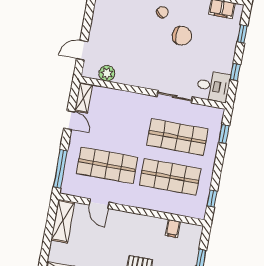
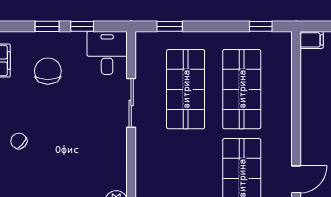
window: (242, 34) -> (47, 26), moved
chair: (182, 36) -> (48, 71), moved
filing cabinet: (173, 229) -> (312, 40), moved

